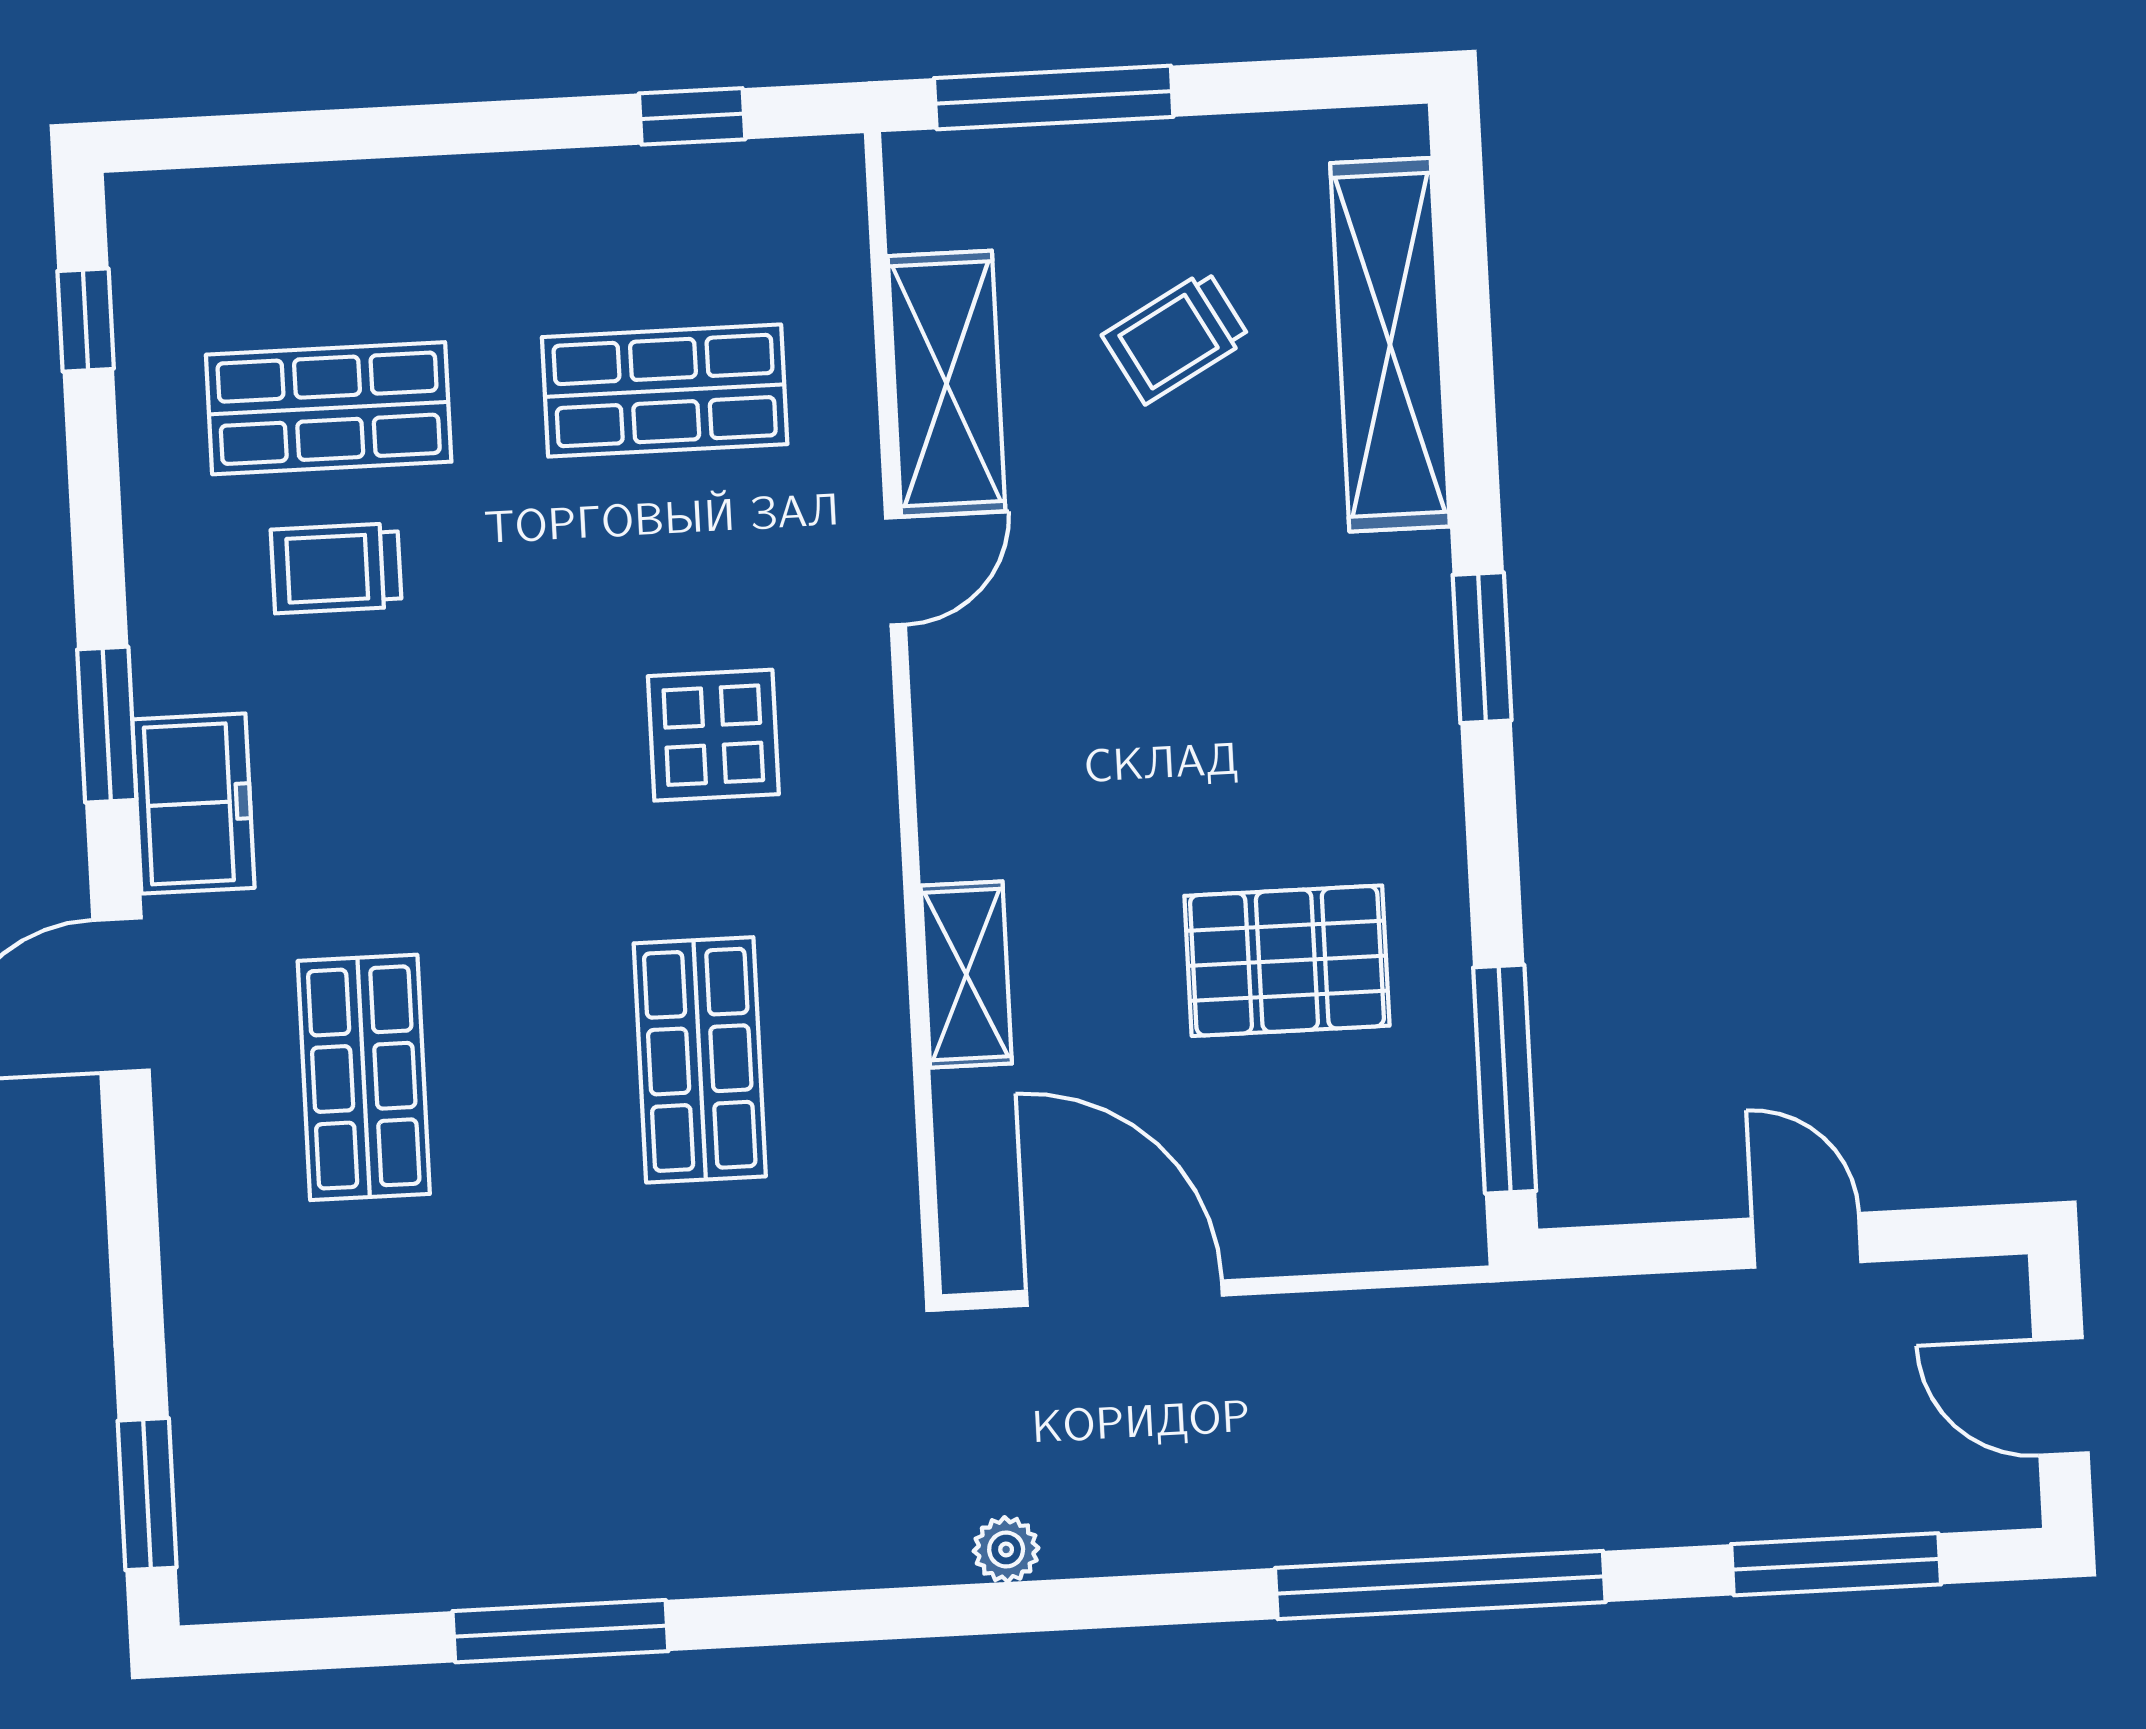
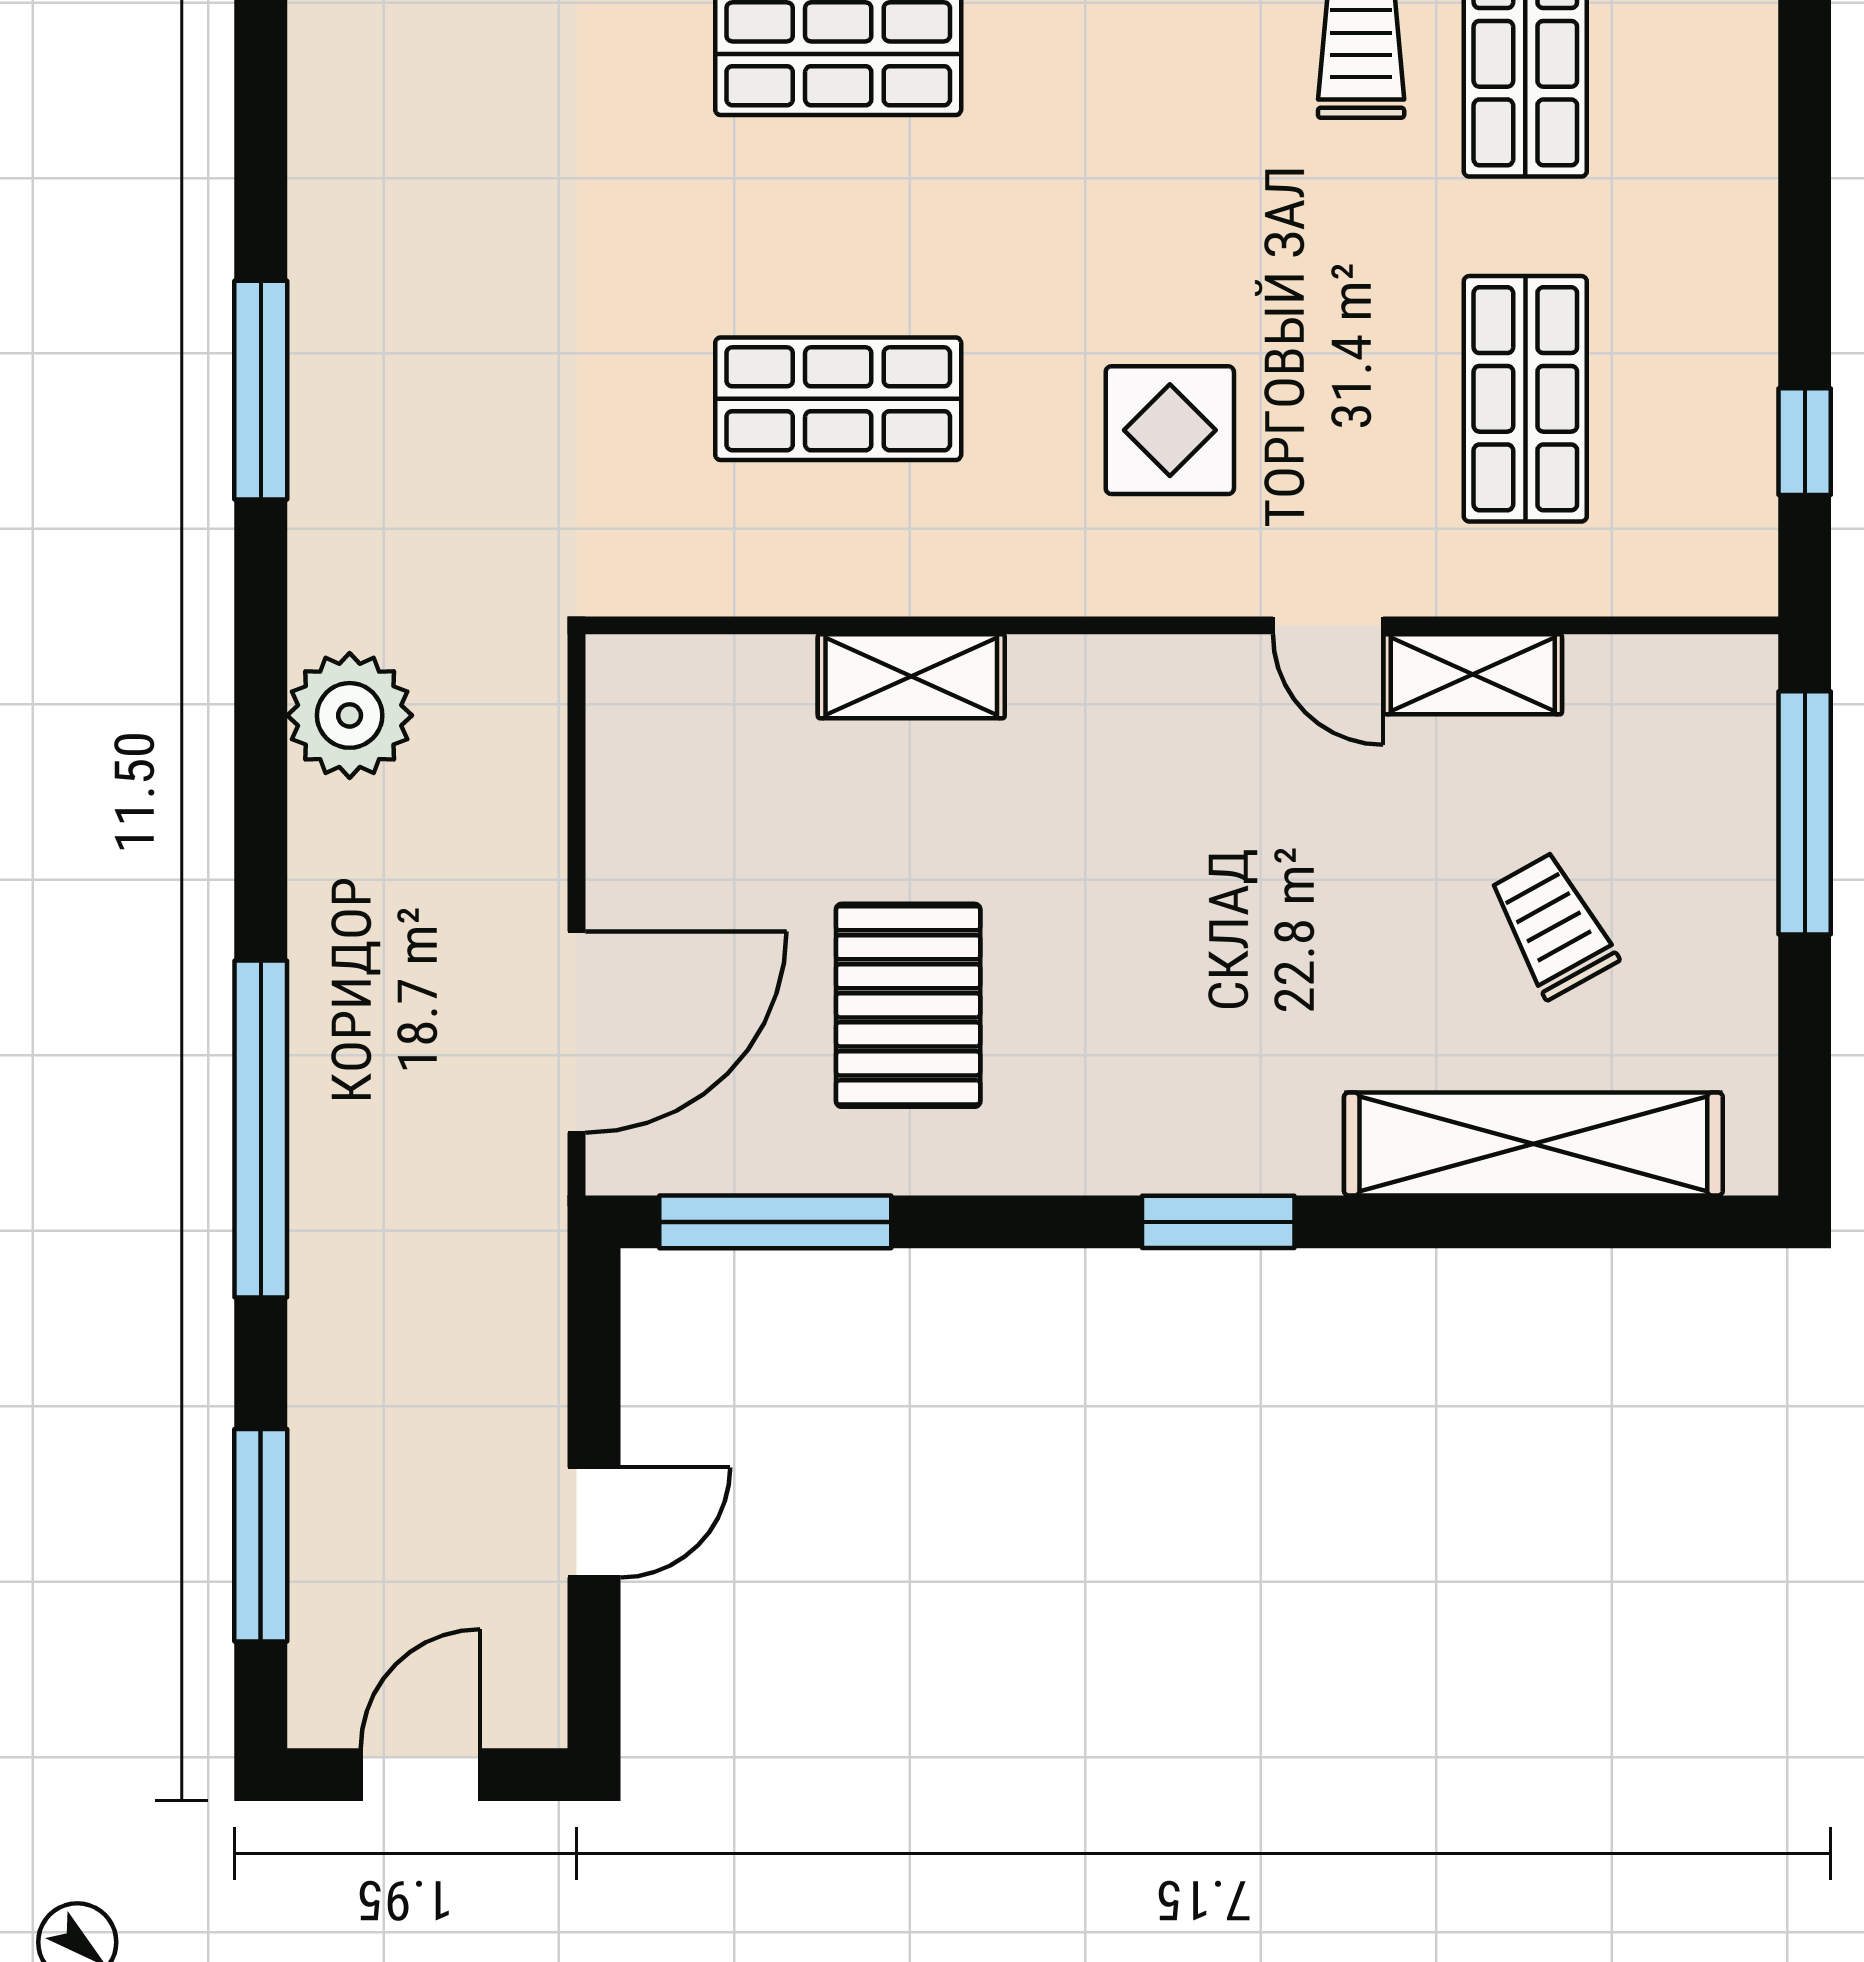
shelving: (946, 384) -> (1473, 674), width x0.67, depth x0.75
door: (1124, 1293) -> (576, 1032), moved
plant: (1006, 1549) -> (350, 715), width x1.87, depth x1.87
window: (560, 1631) -> (261, 390), moved

